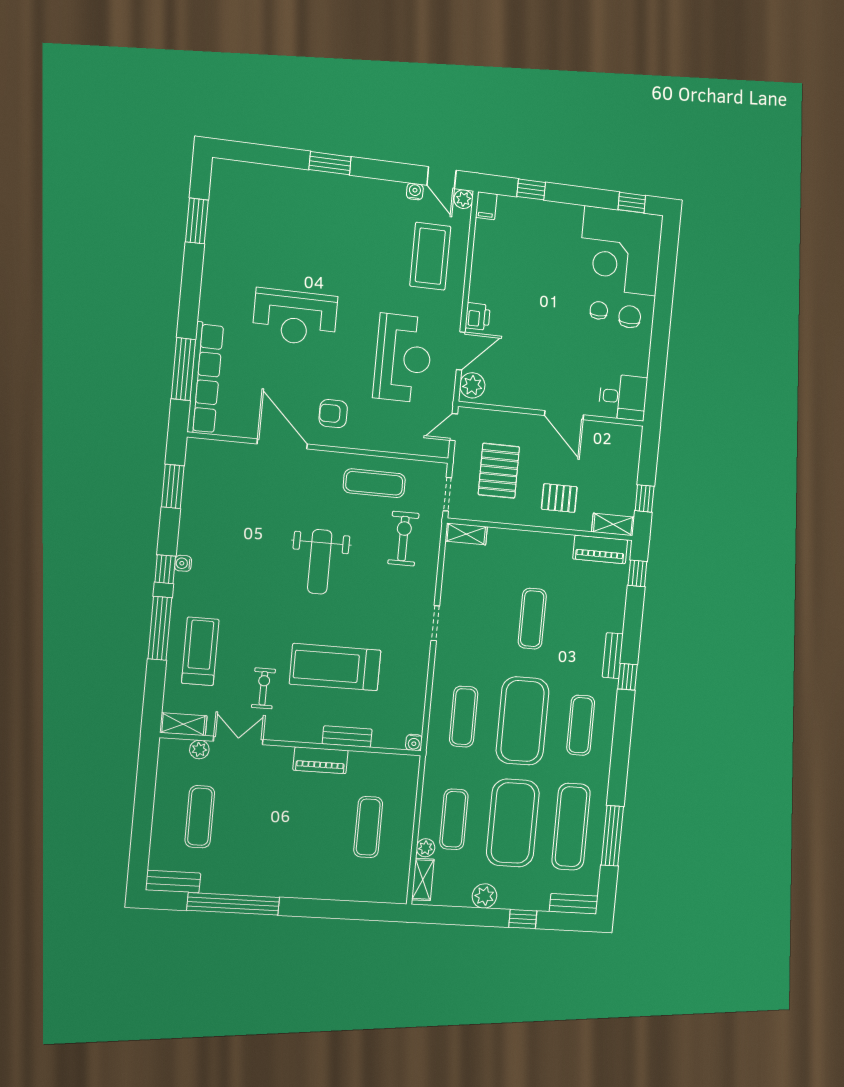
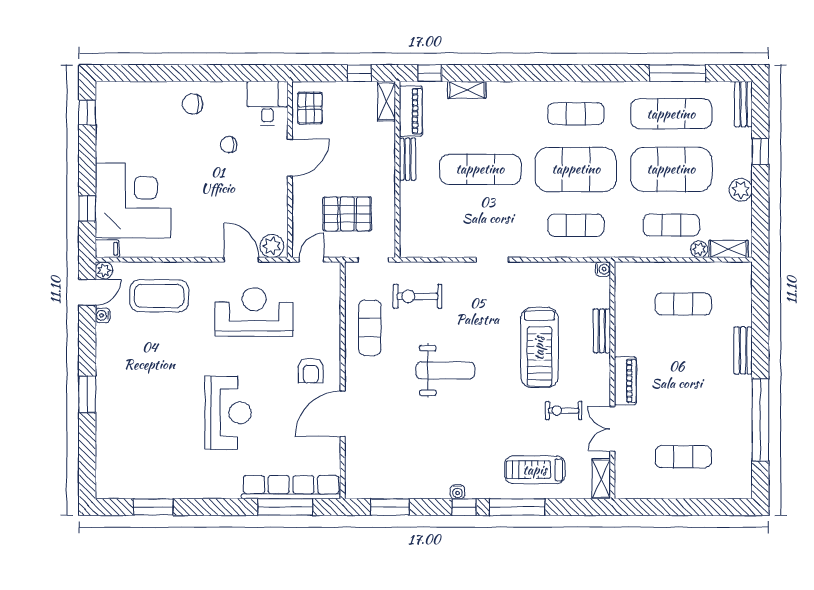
corner desk: (620, 251) -> (133, 200), moved, turned -90
chair: (599, 310) -> (229, 145), moved
printer: (478, 316) -> (209, 247), removed
door: (454, 427) -> (312, 260), swing flipped
pallet: (559, 498) -> (310, 108), moved
shelving: (466, 534) -> (467, 90), moved, turned 90
exercise mat: (532, 619) -> (480, 169), width x1.36, depth x1.45
bench: (613, 656) -> (407, 159), moved, turned 90
window: (628, 677) -> (527, 73), removed
plant: (199, 749) -> (623, 463), removed
piano: (320, 760) -> (625, 381), moved
bench: (173, 882) -> (743, 350), moved

